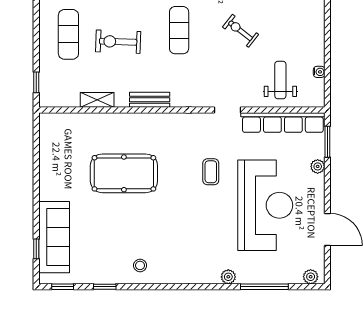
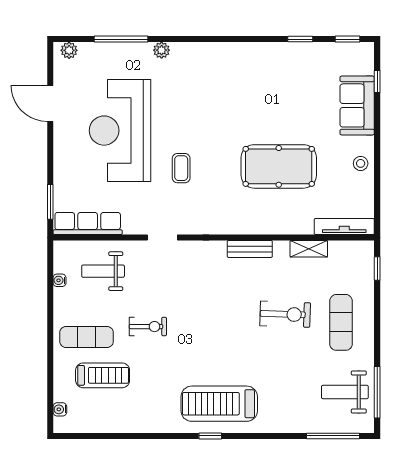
exercise mat: (179, 30) -> (87, 337), moved, turned 90
exercise bike: (240, 31) -> (148, 327), turned -38
weight bench: (280, 80) -> (103, 271), turned 90
tv unit: (66, 120) -> (344, 226), added
row of seats: (283, 123) -> (88, 223), width x0.73
plant: (318, 166) -> (61, 174), removed
sofa: (54, 237) -> (357, 105), width x0.73
stool: (140, 265) -> (361, 163), moved

